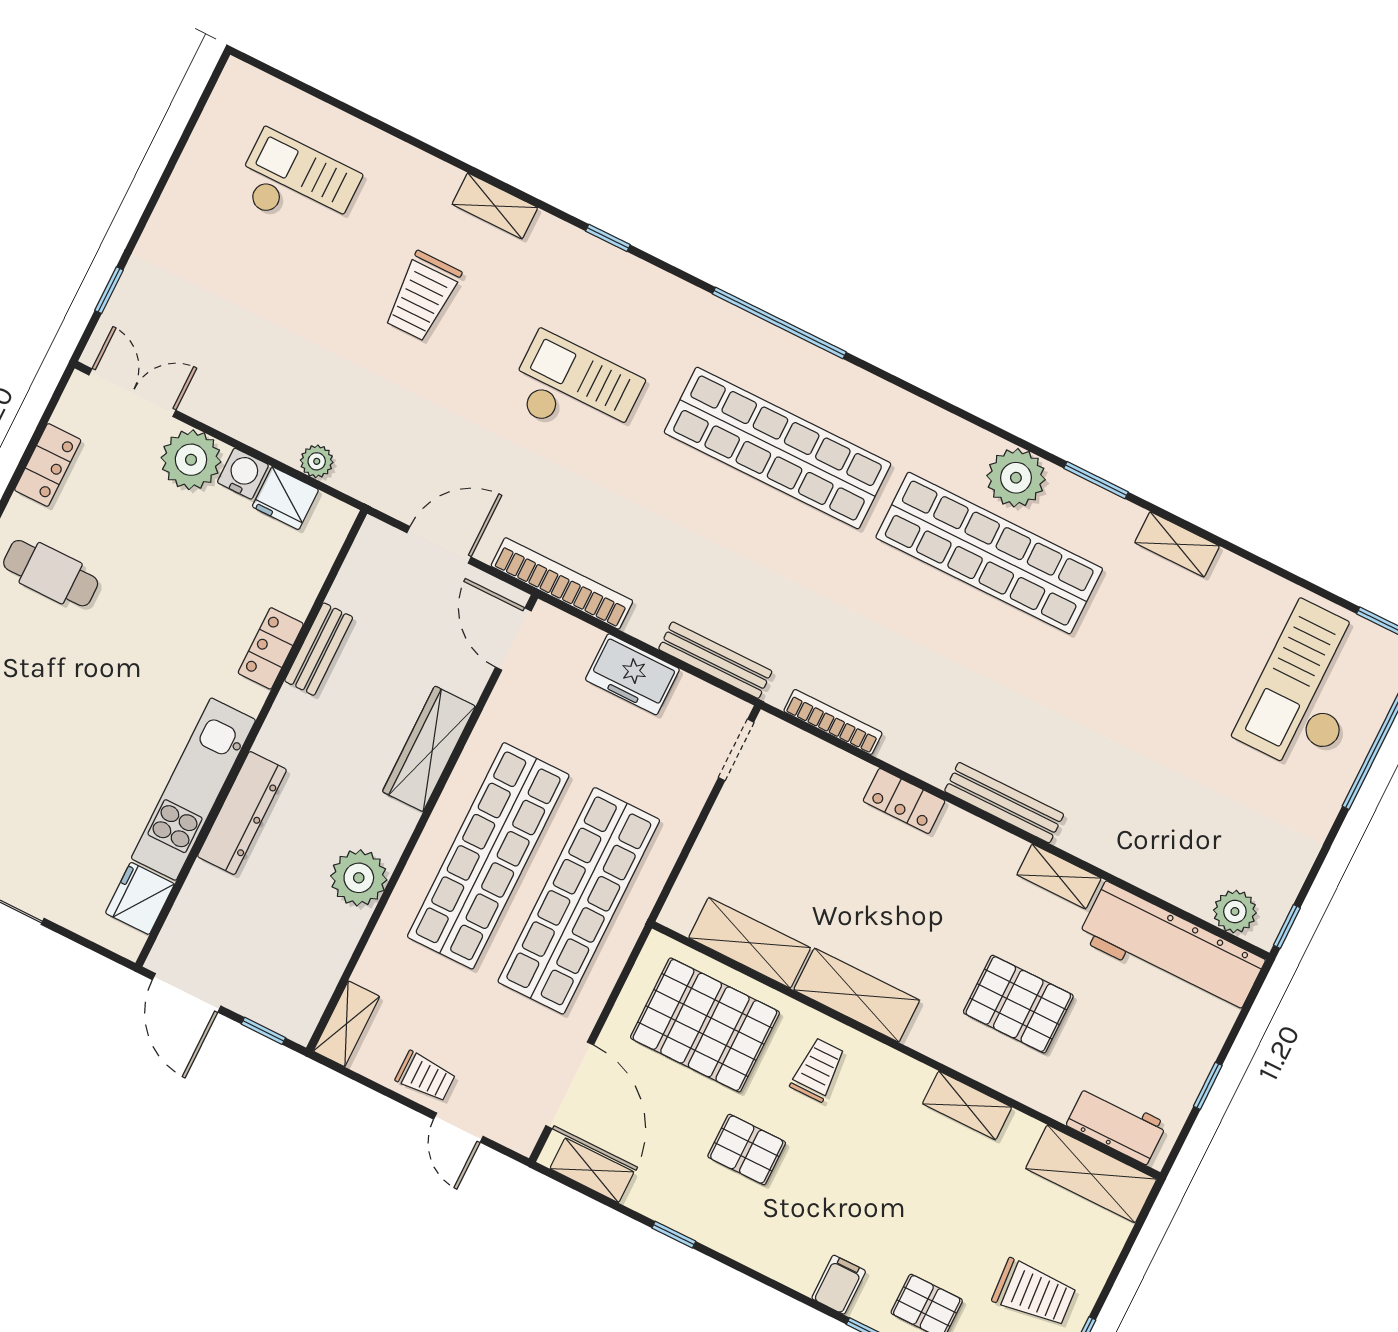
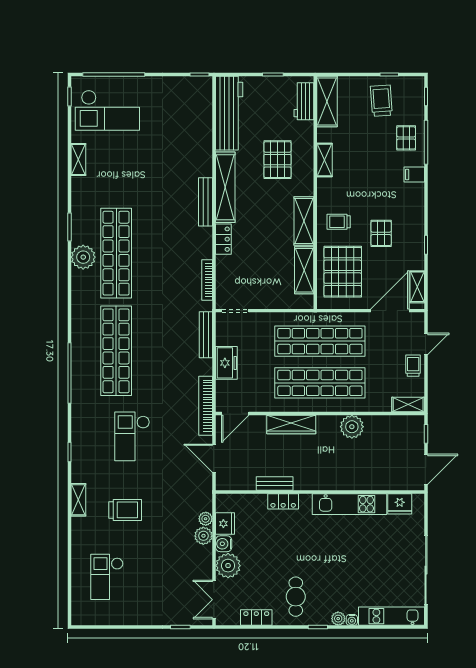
shelving: (1177, 544) -> (78, 160), moved
dresser: (242, 813) -> (349, 482), removed
shelving: (1059, 876) -> (225, 187), width x2.20, depth x1.33
plant: (1235, 912) -> (203, 536), moved

